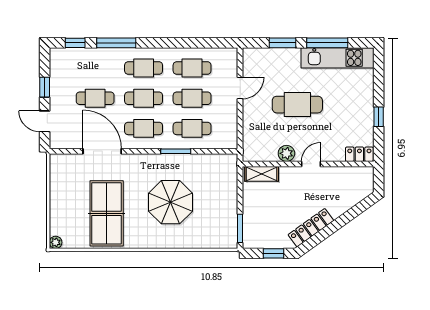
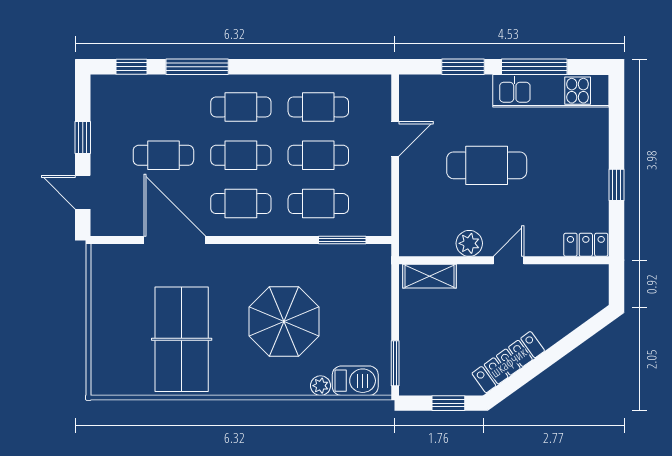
window: (176, 151) -> (342, 240), moved
barbecue: (215, 239) -> (355, 381), added
plant: (56, 242) -> (321, 386), moved

